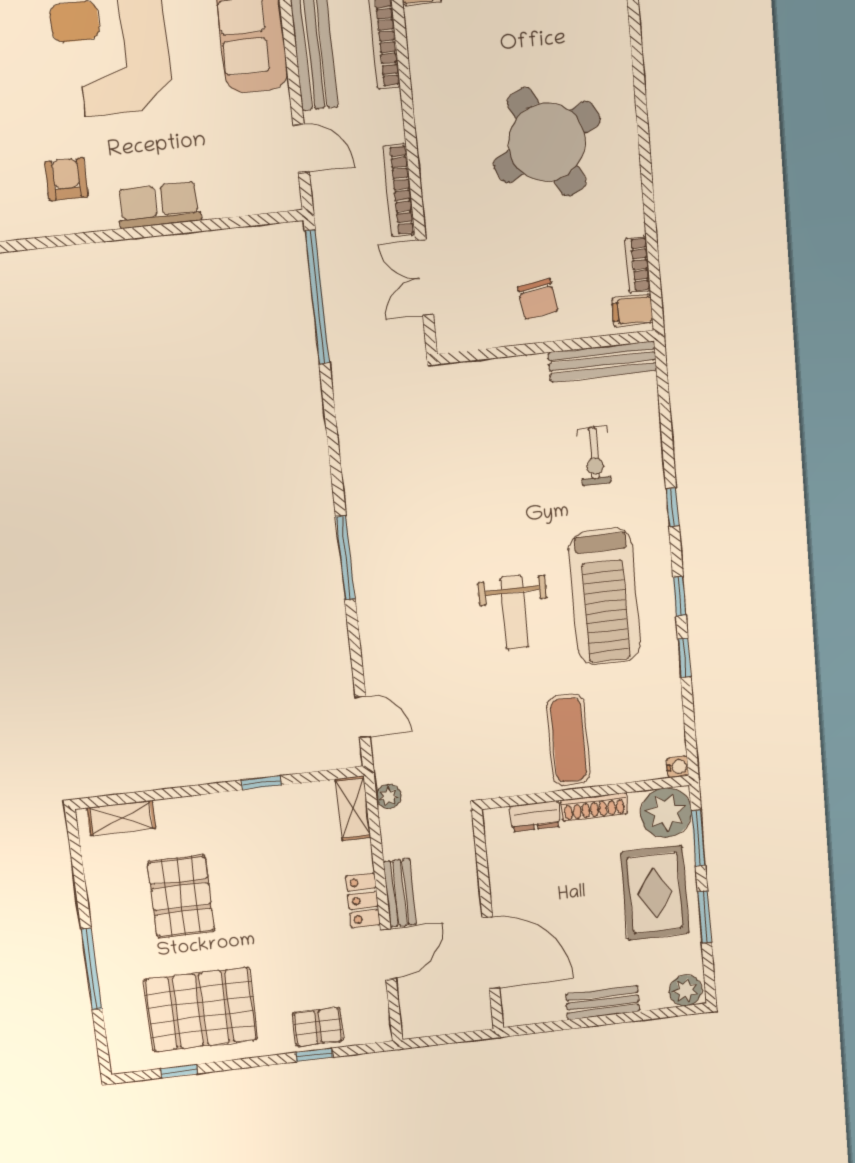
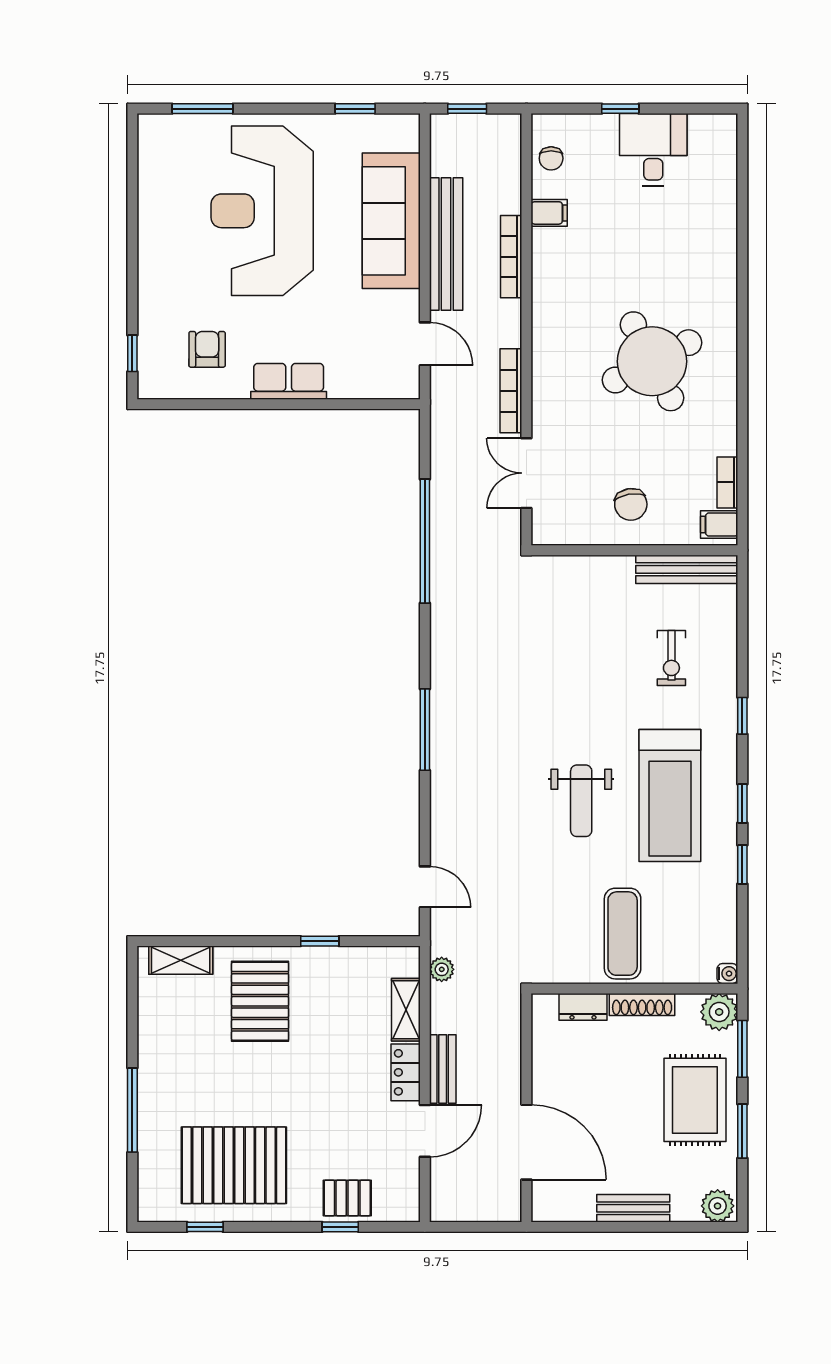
window: (317, 297) -> (425, 541), moved
shelving: (353, 808) -> (406, 1010), moved
plant: (666, 813) -> (719, 1012), width x0.73, depth x0.73
pallet: (181, 897) -> (260, 1001), moved

